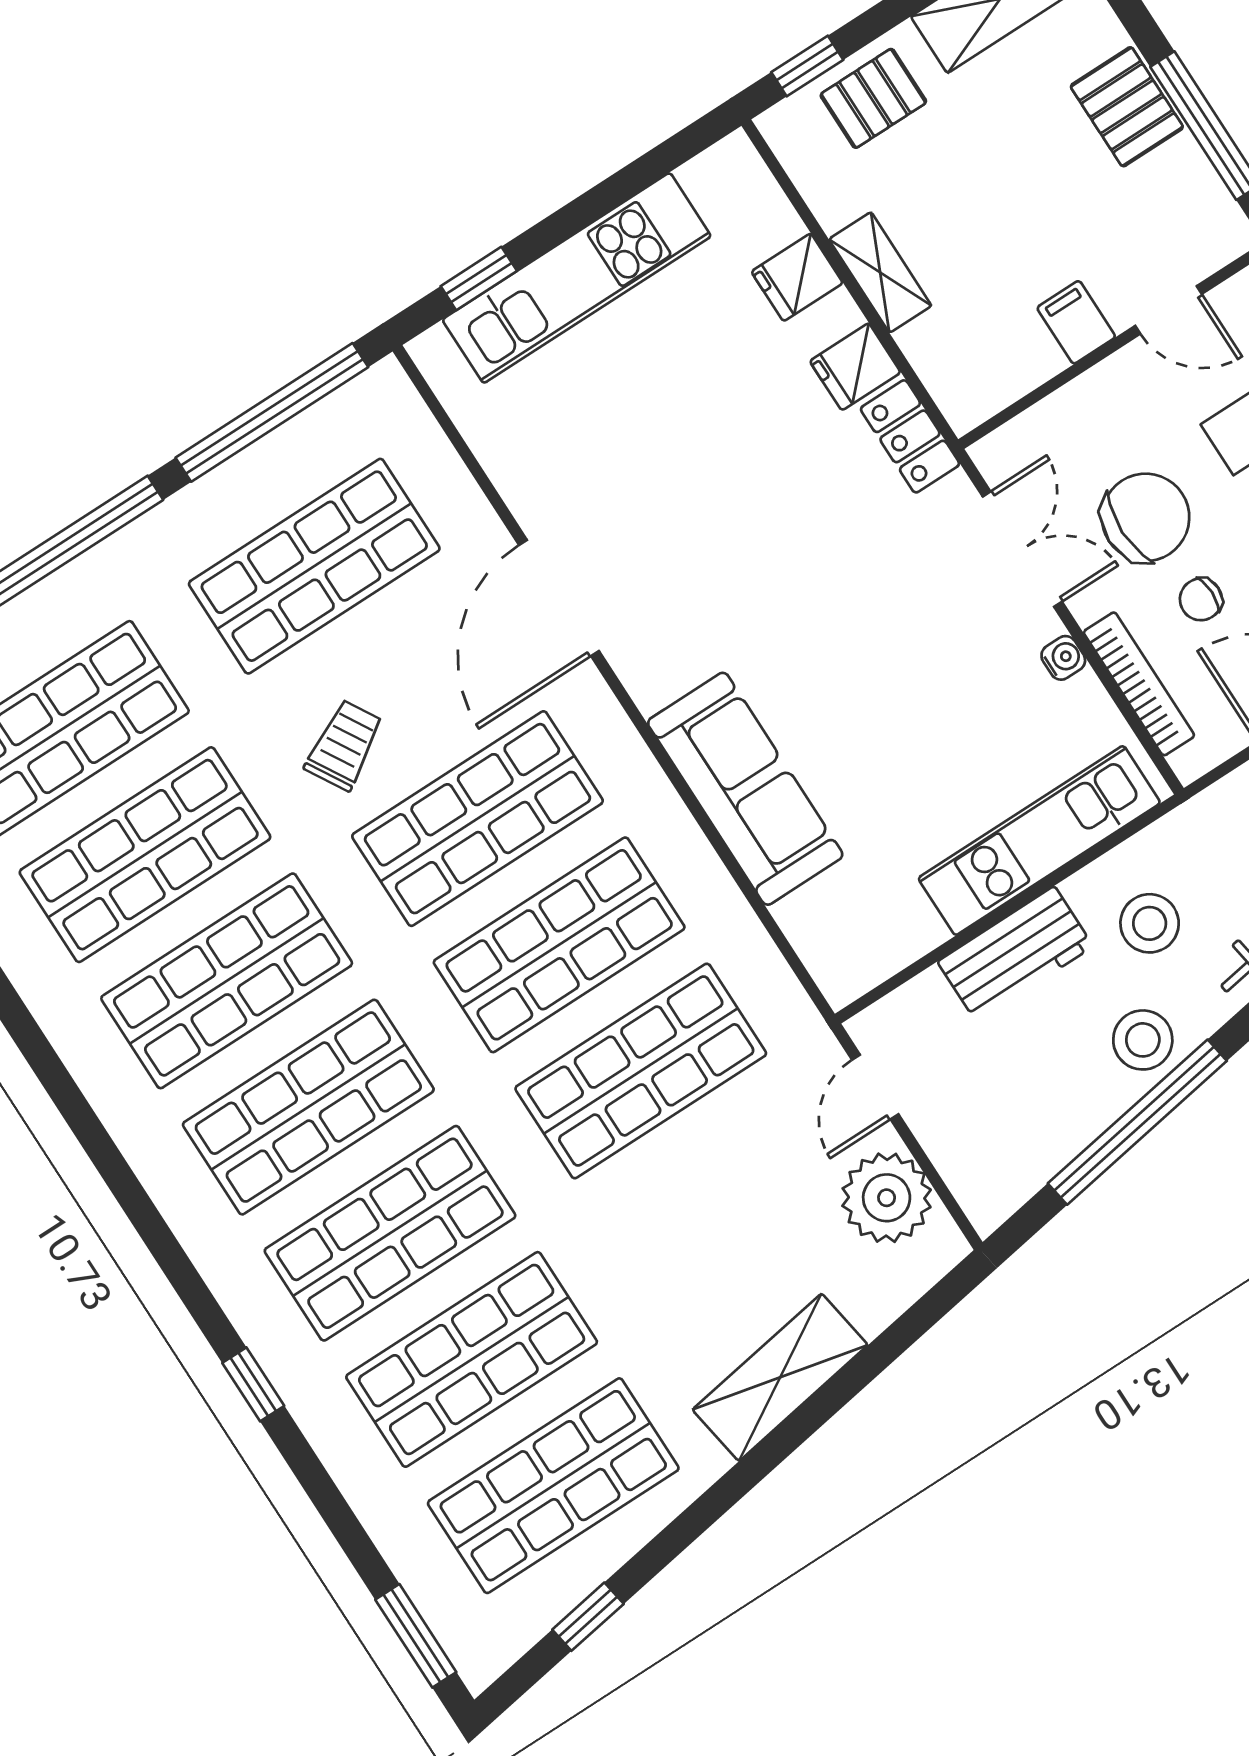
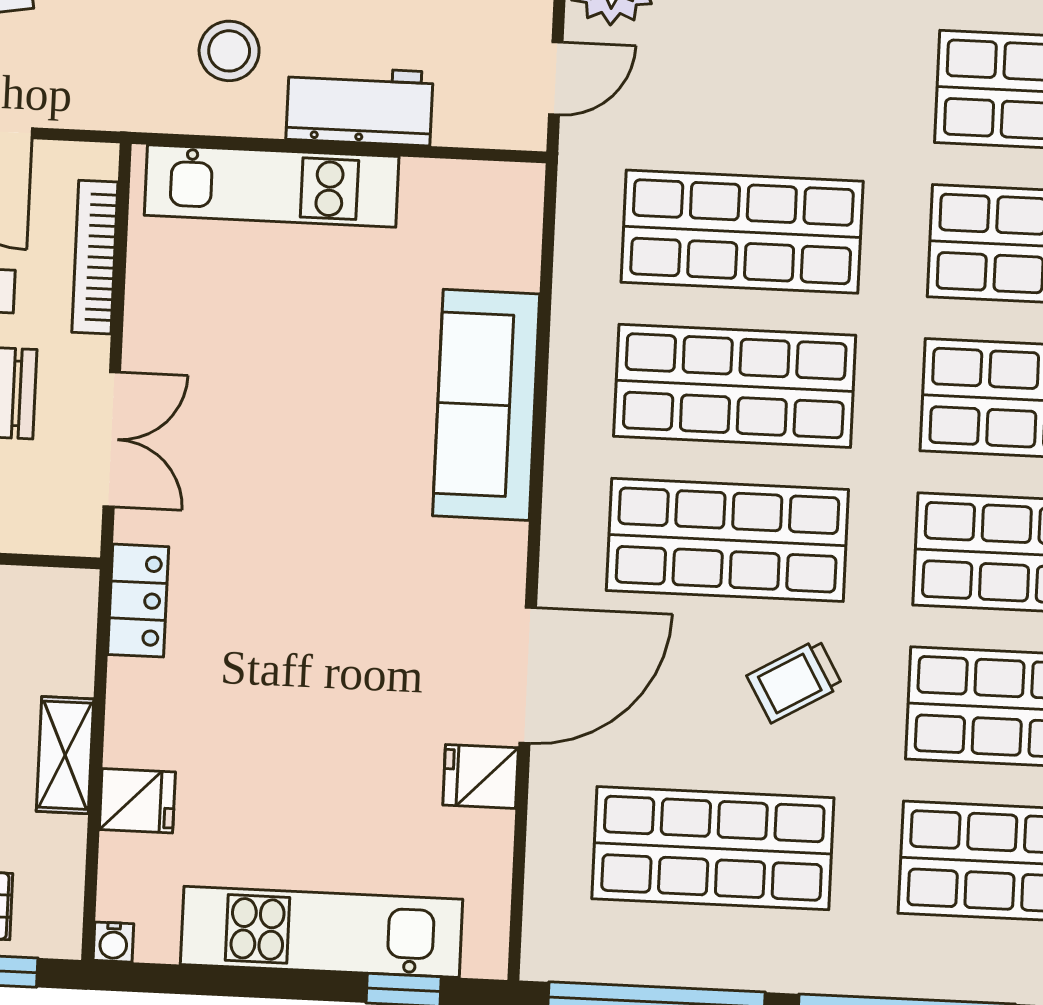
fridge: (855, 367) -> (481, 776), moved, turned 180
double door: (1022, 549) -> (112, 439), swing flipped
water cooler: (1063, 658) -> (113, 942), moved, turned -90

